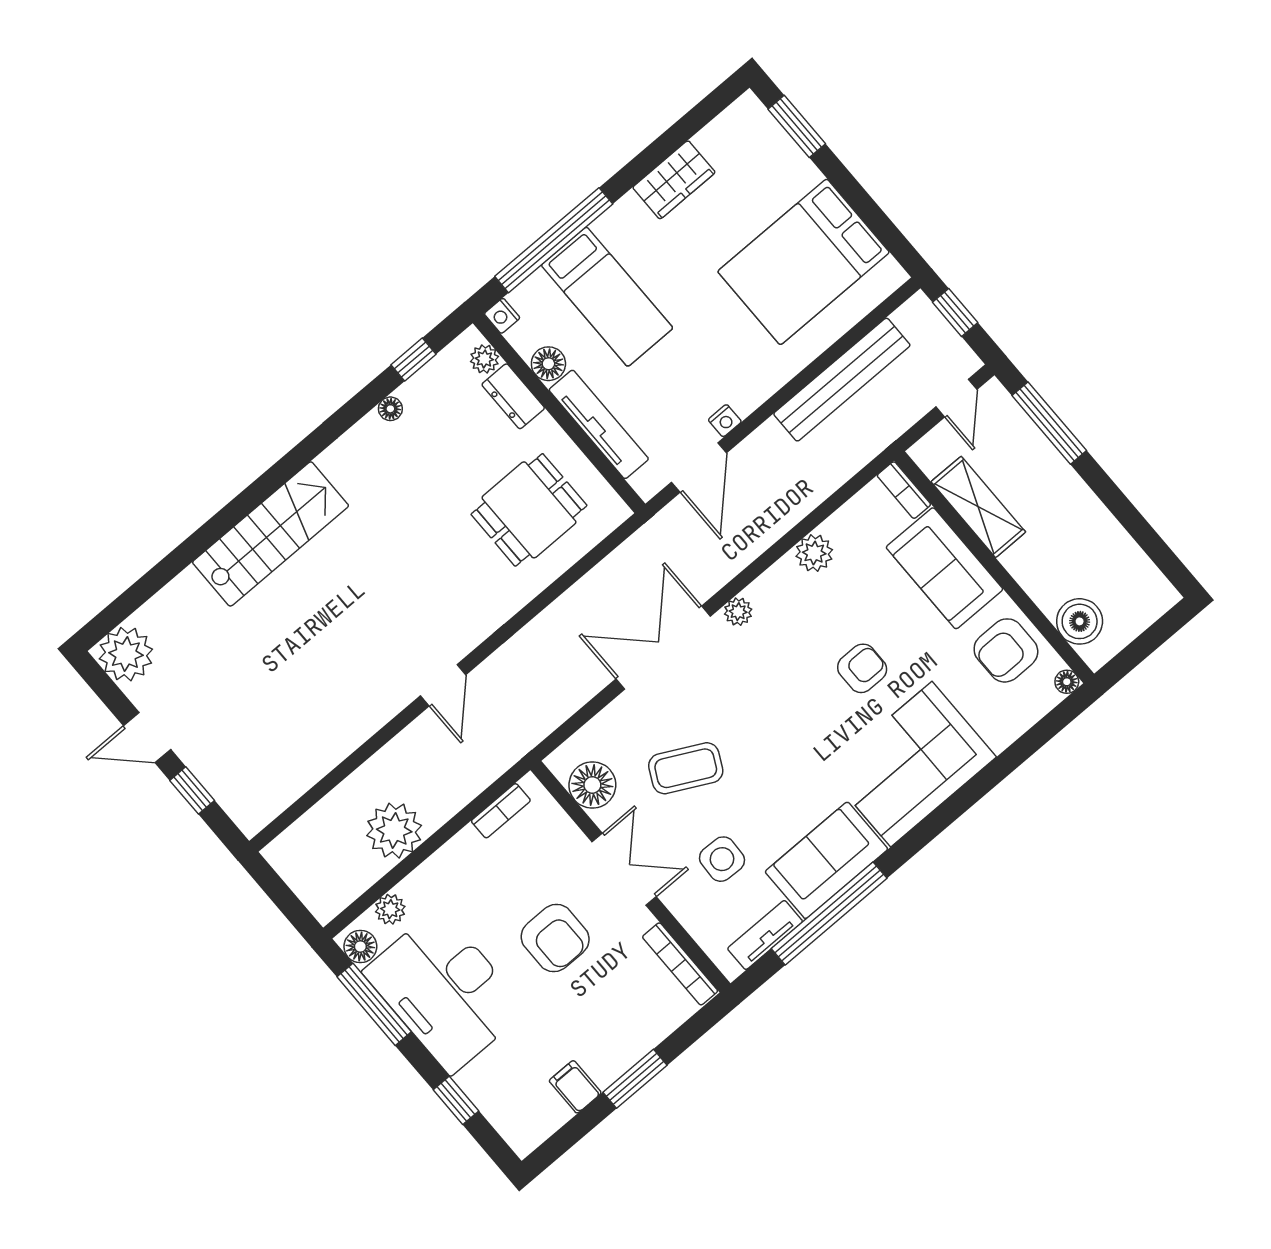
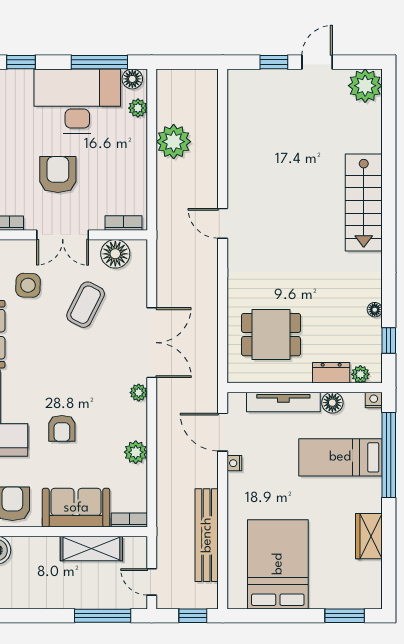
dining table: (529, 510) -> (271, 335), turned 90
bookcase: (501, 811) -> (124, 223), moved, turned 90
armchair: (555, 938) -> (58, 174), turned 90

